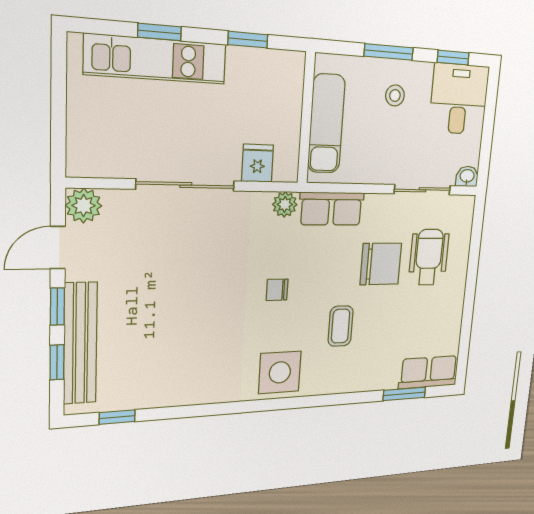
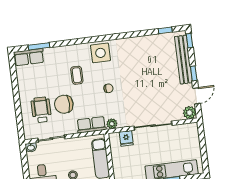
wheelchair: (429, 257) -> (41, 110), turned 180
window: (57, 362) -> (190, 41), moved

